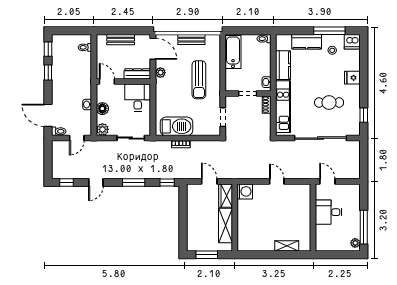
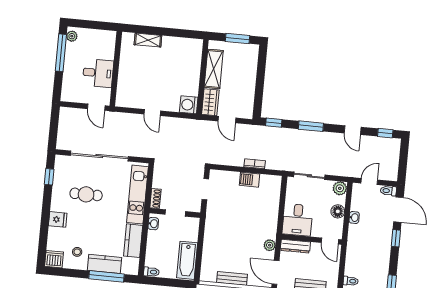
window: (329, 31) -> (106, 276), moved
window: (48, 73) -> (396, 238), moved
sun lounger: (199, 80) -> (228, 233), removed
barbecue: (177, 126) -> (249, 180), width x0.53, depth x0.65
door: (96, 183) -> (353, 130), swing flipped

